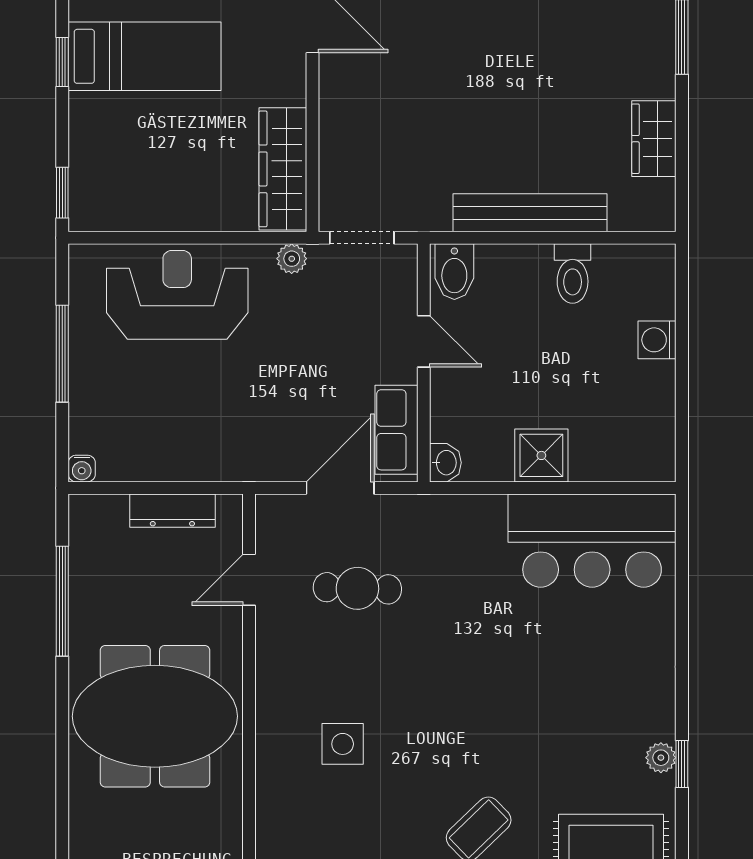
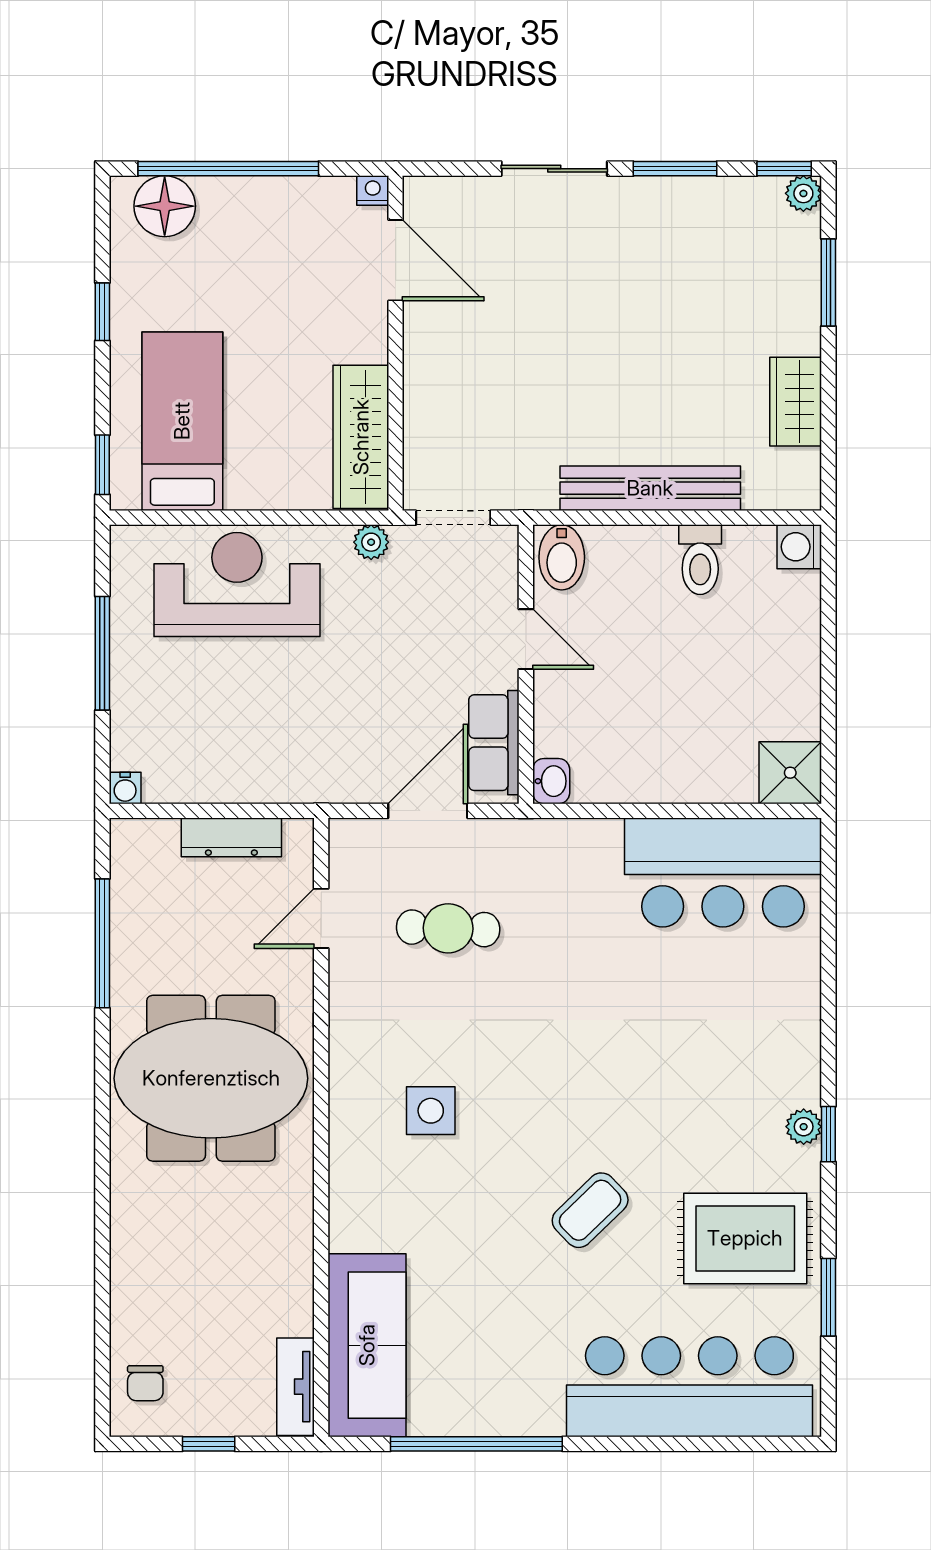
bed: (145, 56) -> (182, 421), moved, turned -90
washing machine: (657, 340) -> (799, 547), moved
shower: (541, 455) -> (790, 773), moved

